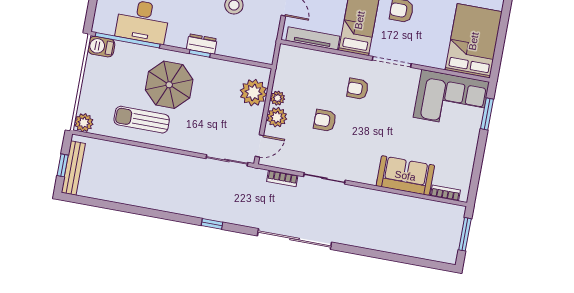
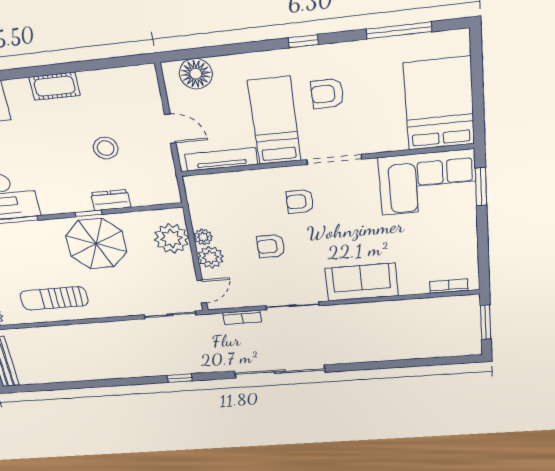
dresser: (202, 44) -> (111, 200), moved
parasol: (169, 85) -> (96, 244), moved
sofa: (405, 176) -> (361, 282), moved

